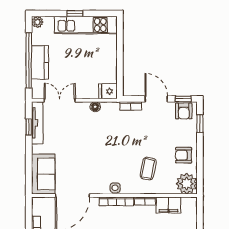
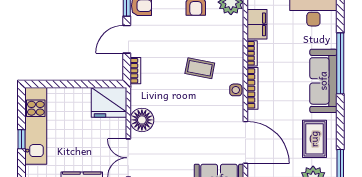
fridge: (108, 91) -> (109, 102), width x1.88, depth x1.34
floor lamp: (95, 107) -> (142, 120), width x1.89, depth x1.89
coffee table: (148, 169) -> (200, 68), moved

